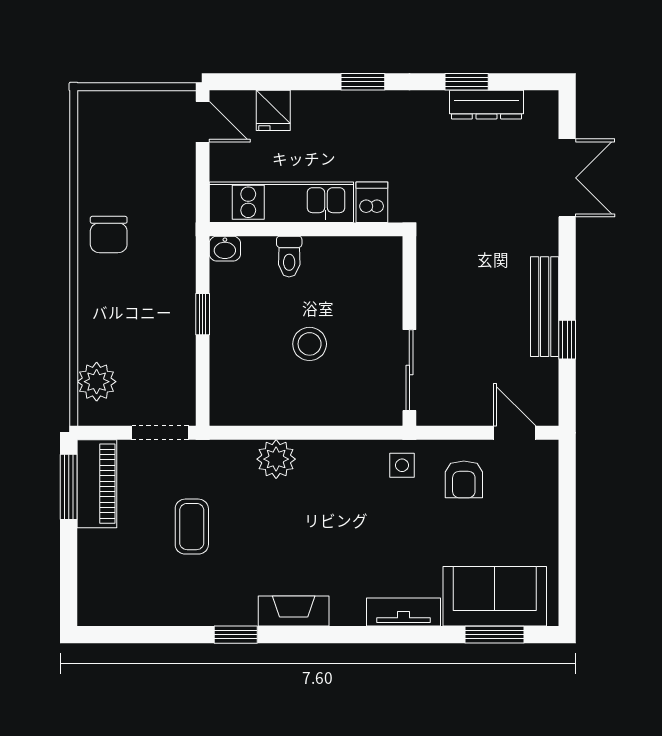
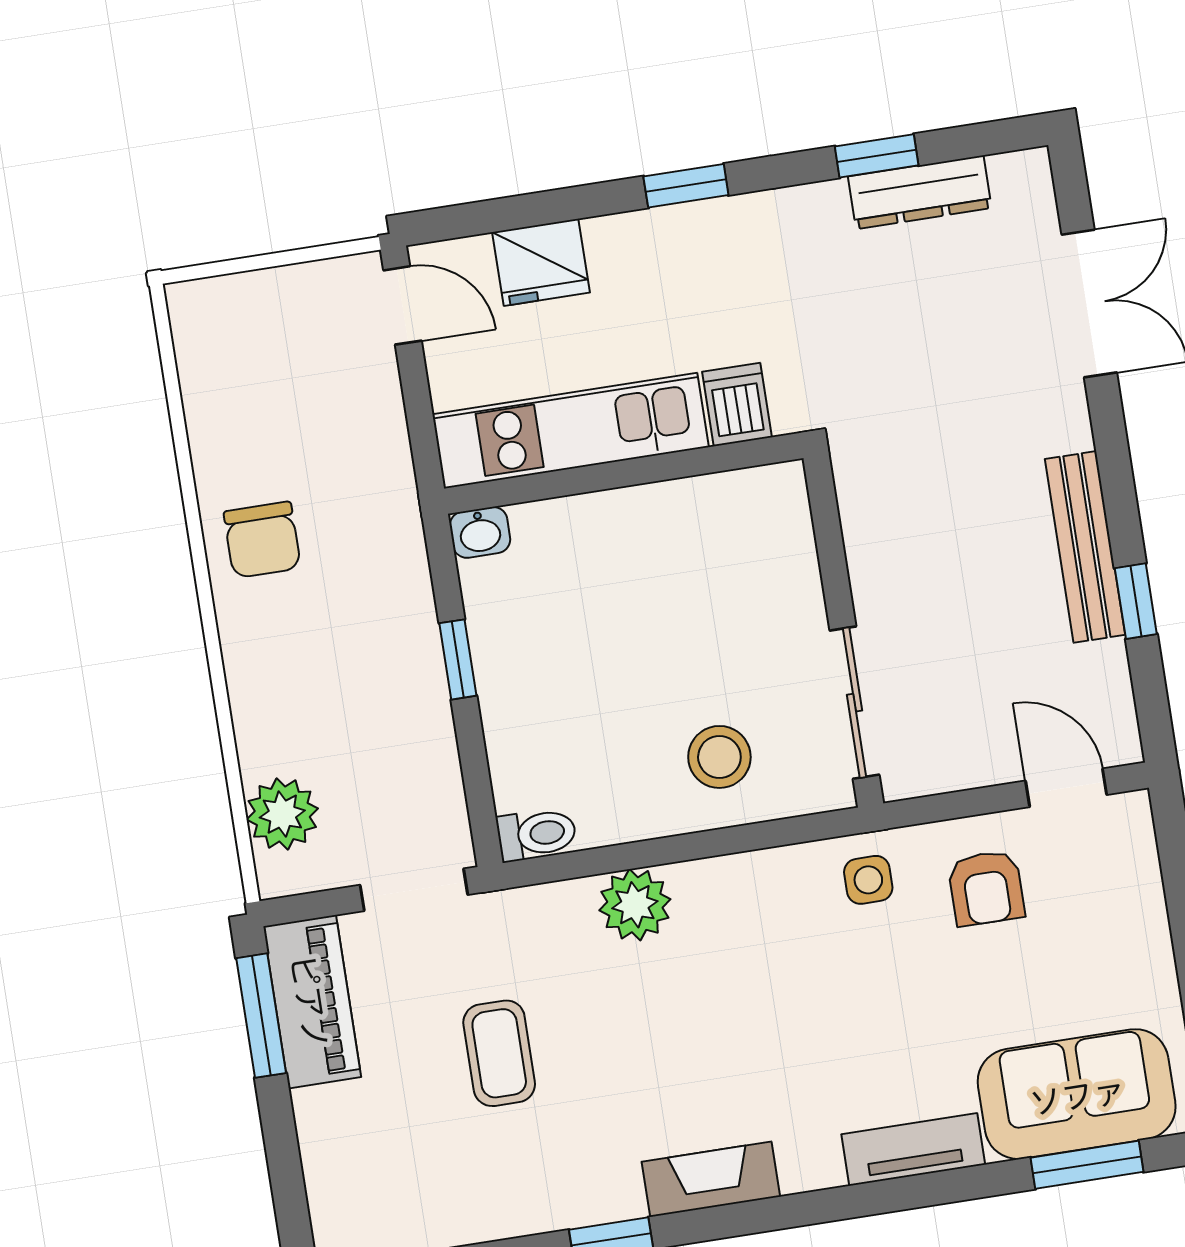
fridge: (273, 110) -> (541, 262), width x1.38
toilet: (289, 257) -> (537, 834), moved, turned -90
stool: (310, 344) -> (719, 757), moved

